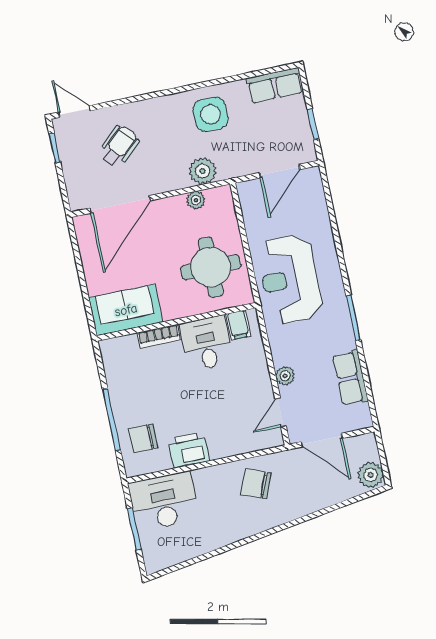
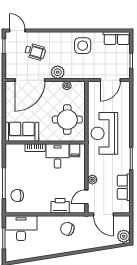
wheelchair: (119, 146) -> (35, 52), turned 59
plant: (203, 171) -> (58, 72), moved
printer: (189, 450) -> (60, 206), moved

